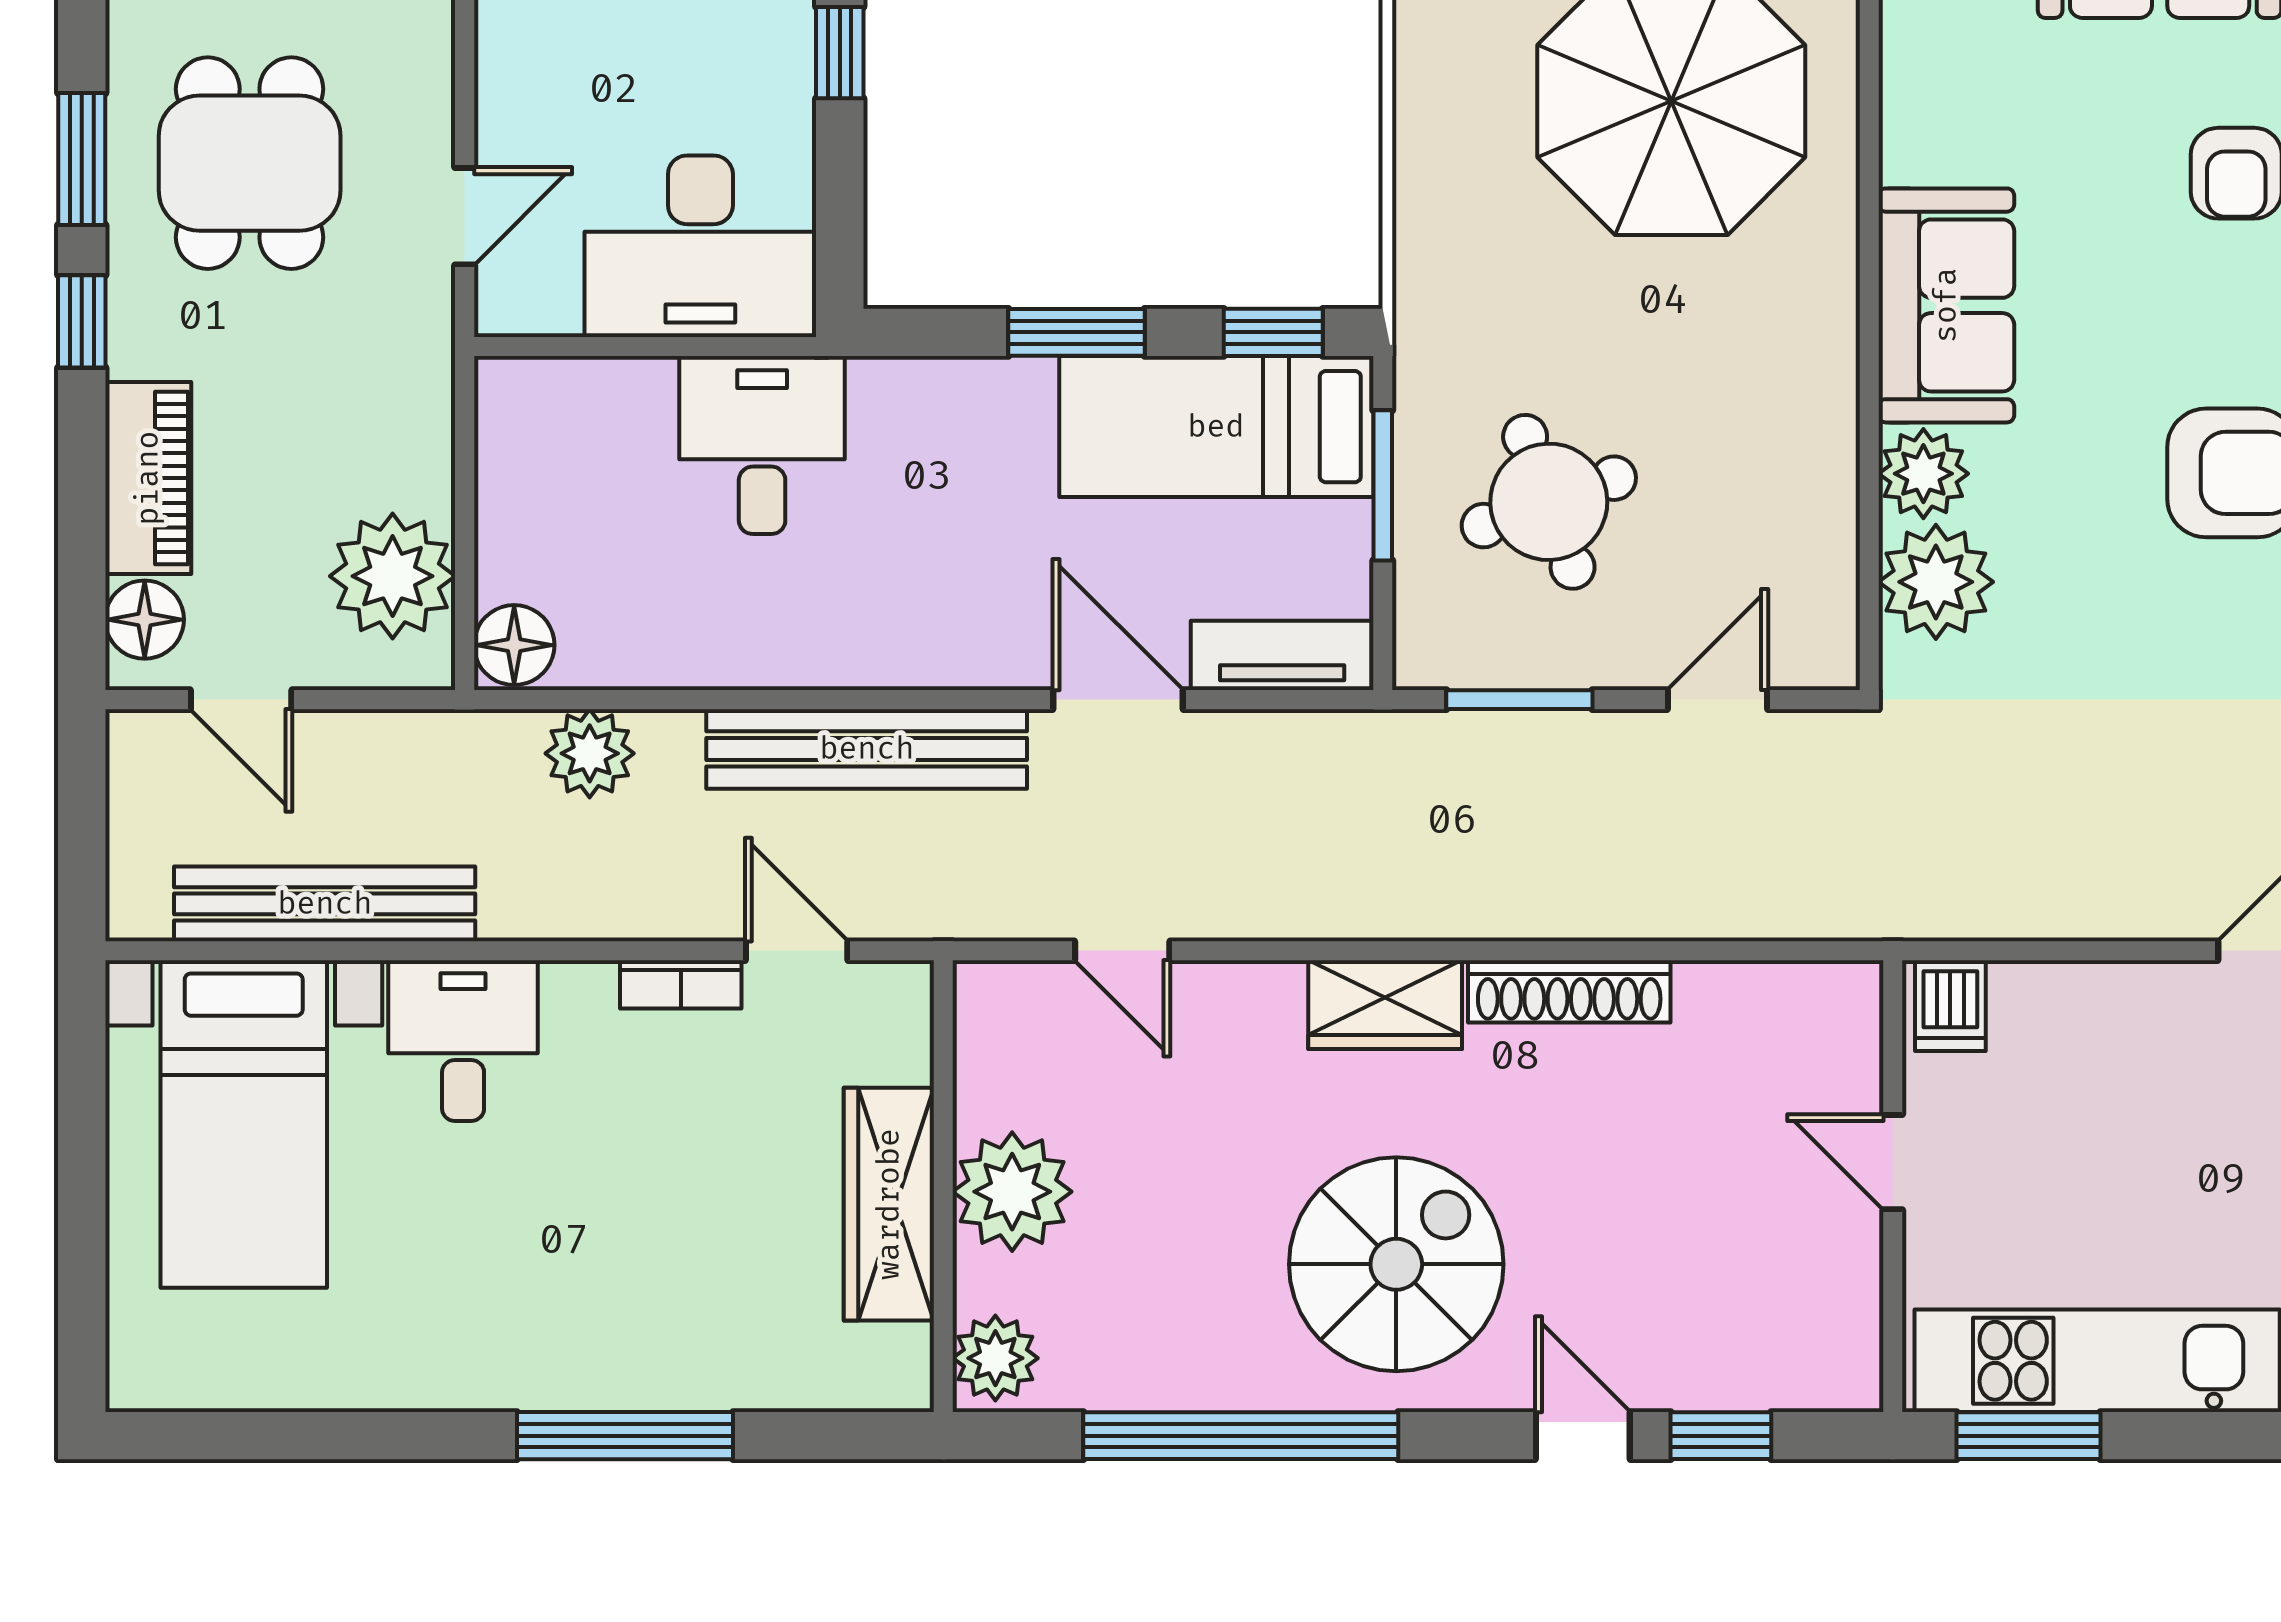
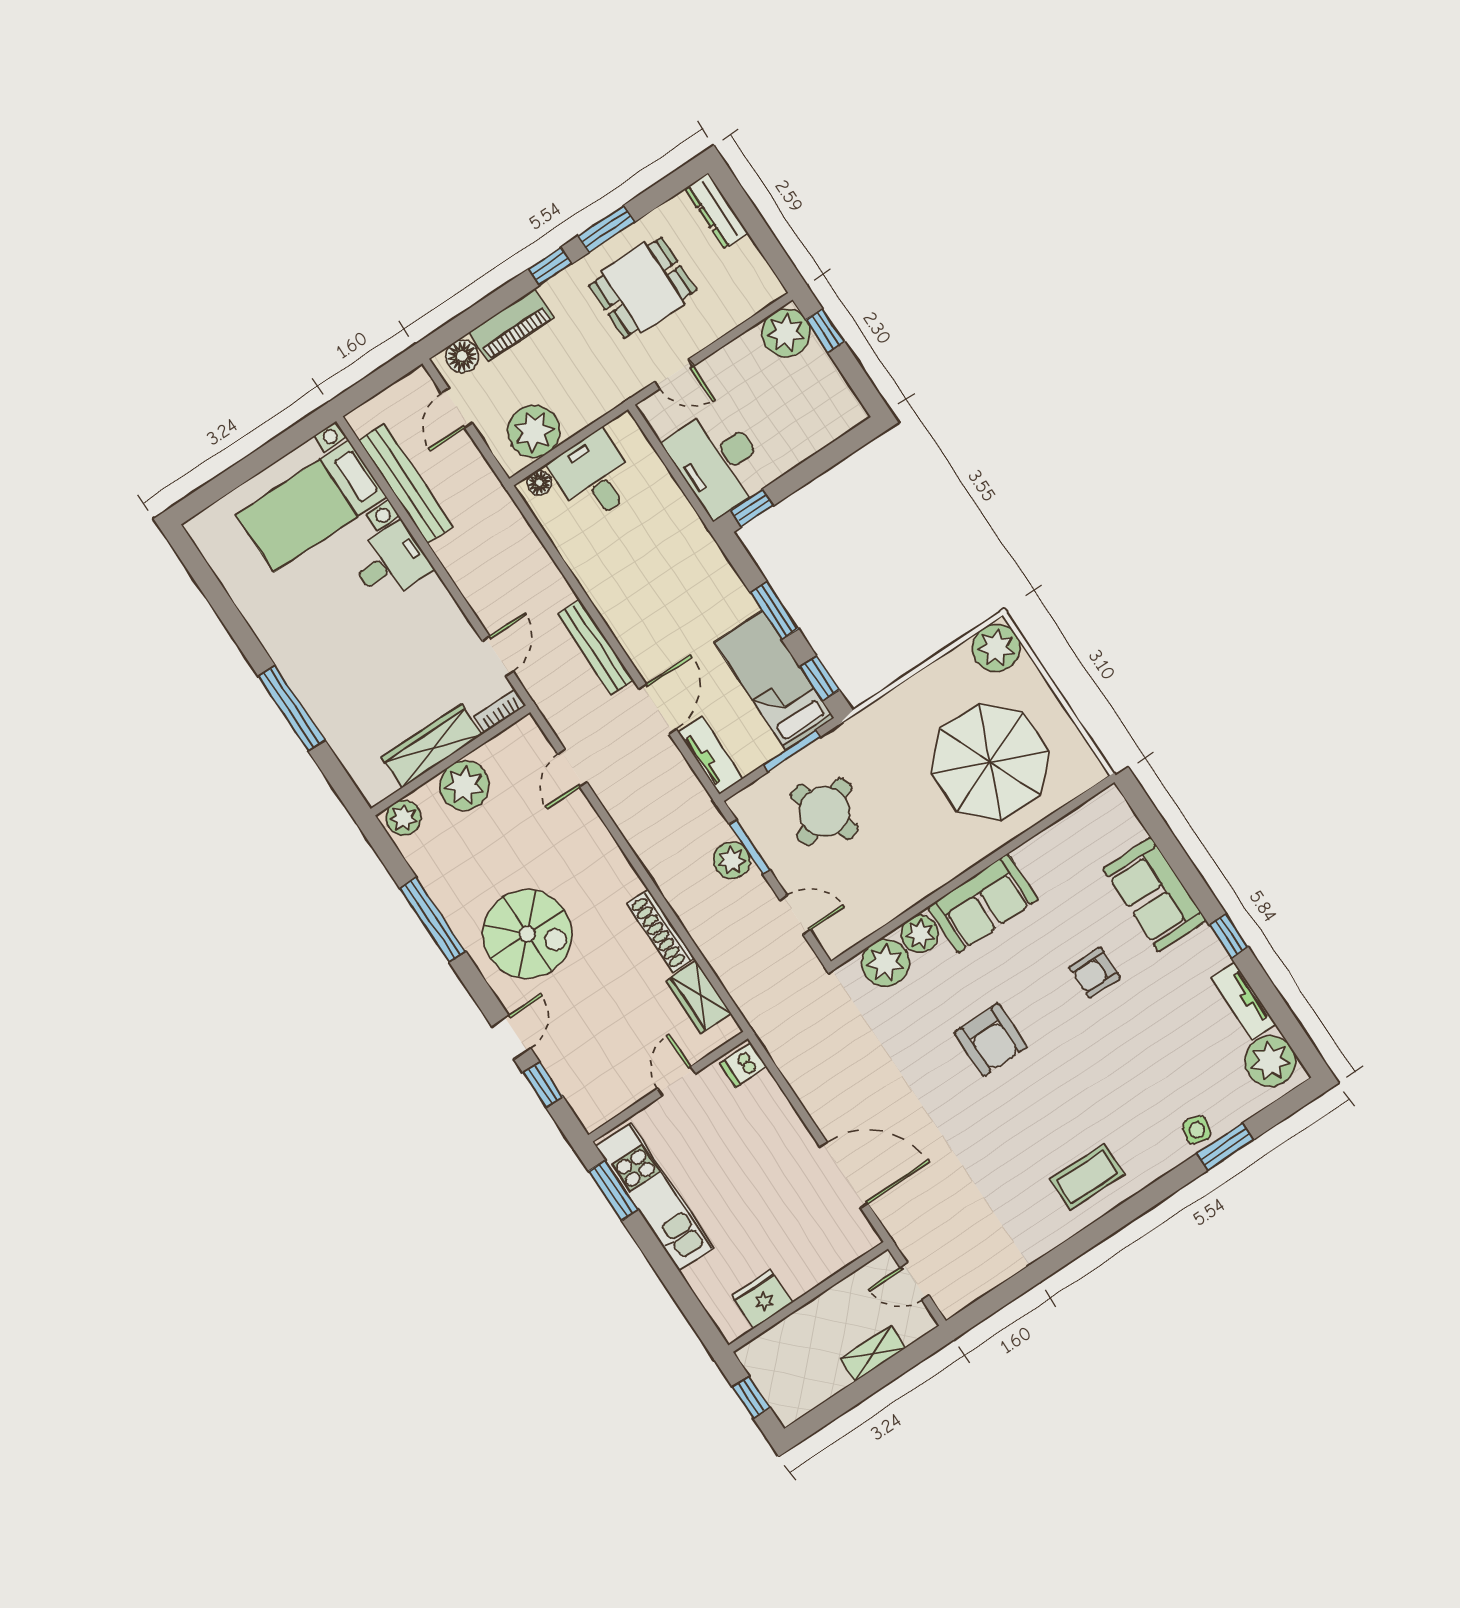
window: (840, 53) -> (752, 508), moved
desk: (762, 445) -> (594, 476), moved, turned -90
floor lamp: (514, 645) -> (539, 483), width x0.73, depth x0.73
bench: (867, 749) -> (595, 647), width x0.73, depth x0.82
plant: (590, 753) -> (732, 860), moved
bookcase: (681, 984) -> (500, 711), moved, turned 90
wardrobe: (1385, 1005) -> (698, 997), moved
window: (1241, 1436) -> (433, 920), width x0.68

